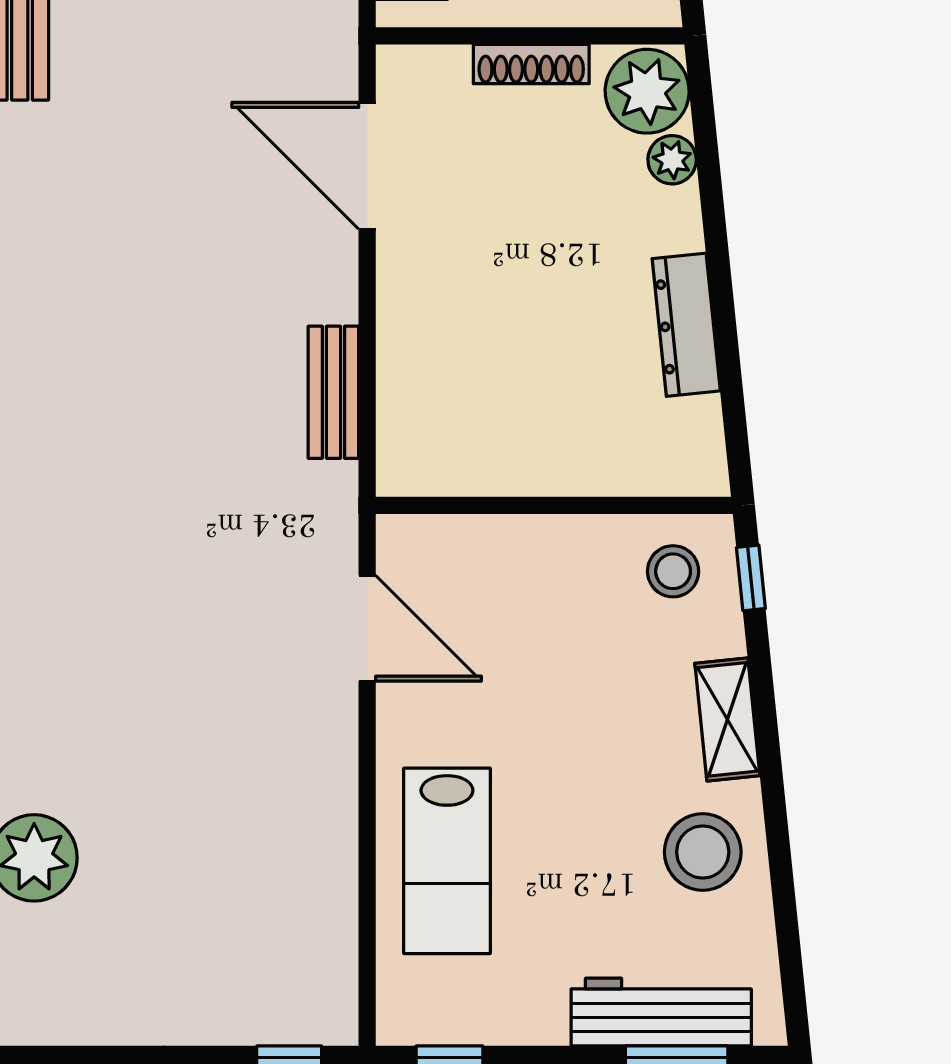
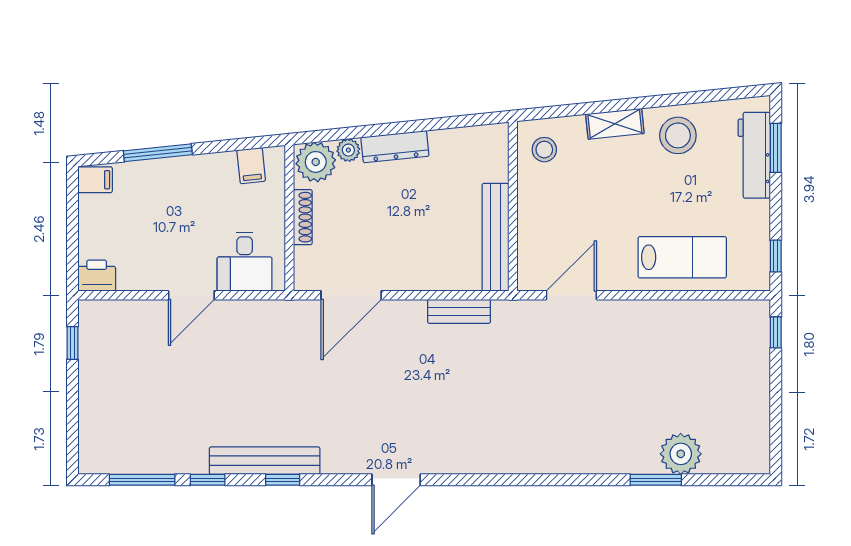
dresser: (686, 325) -> (395, 147), moved
bench: (489, 469) -> (495, 237), added
window: (751, 578) -> (547, 113), removed

